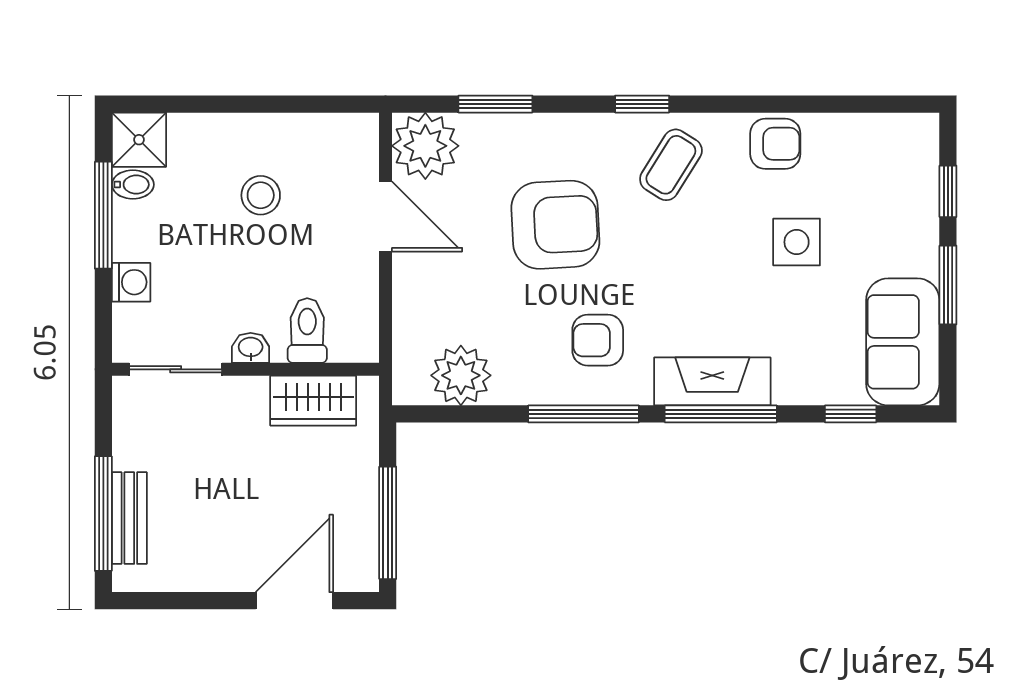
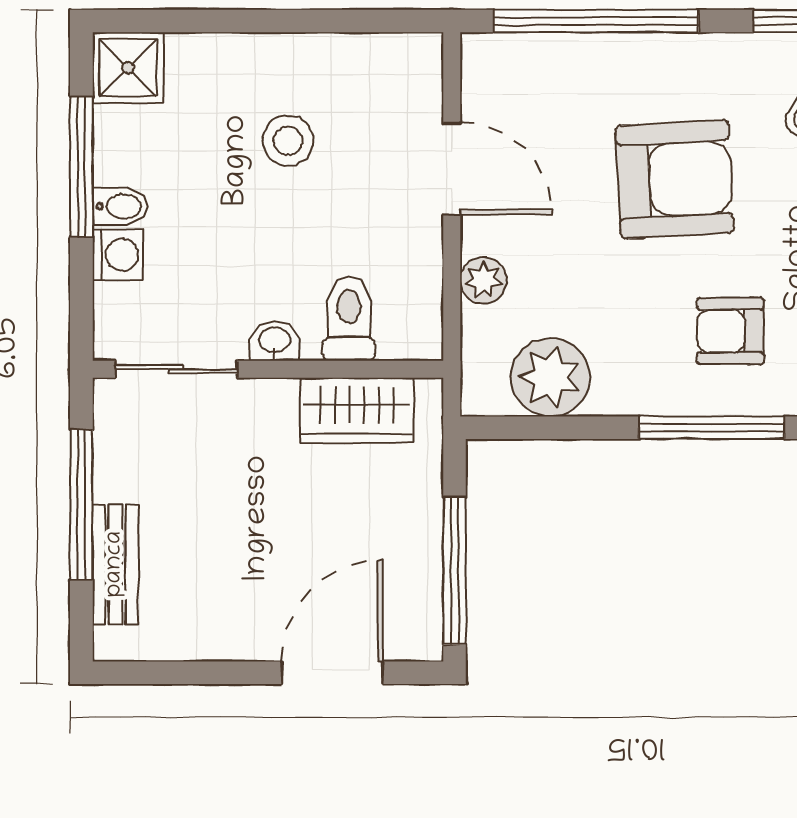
window: (495, 104) -> (596, 21), width x2.11
plant: (425, 146) -> (483, 280), moved, width x0.53, depth x0.53
bidet: (133, 185) -> (120, 206), moved
window: (103, 514) -> (81, 505), moved

